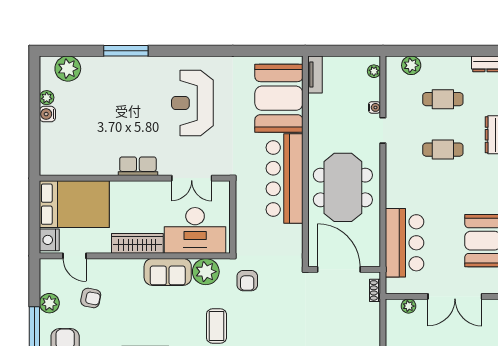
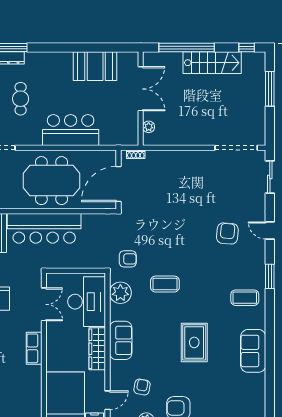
bar counter: (405, 243) -> (71, 130), moved
sofa: (168, 272) -> (121, 340), moved

